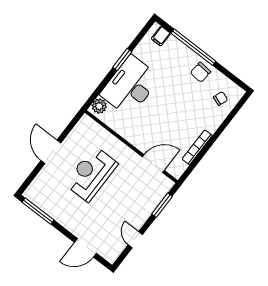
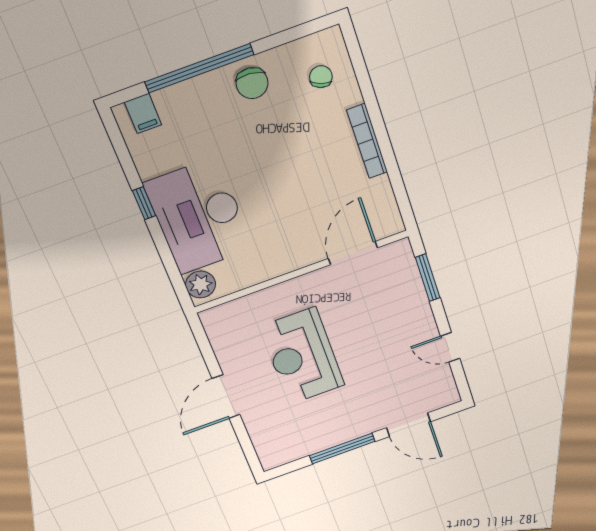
window: (122, 60) -> (144, 203), width x0.67
bookcase: (197, 147) -> (367, 141), moved
door: (51, 152) -> (226, 397), hinge flipped
window: (38, 211) -> (342, 449), moved
door: (85, 248) -> (408, 425), hinge flipped

